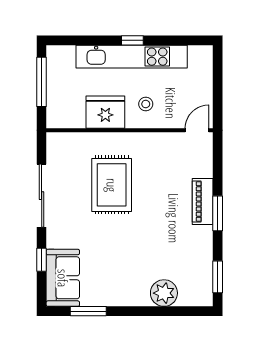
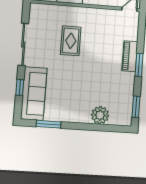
rug: (112, 185) -> (71, 41), width x0.73, depth x0.70
sofa: (63, 278) -> (34, 94), width x1.36

